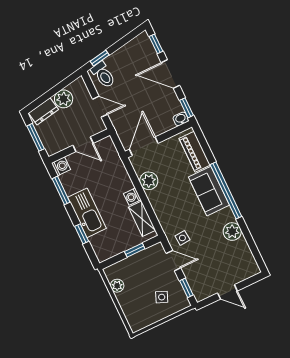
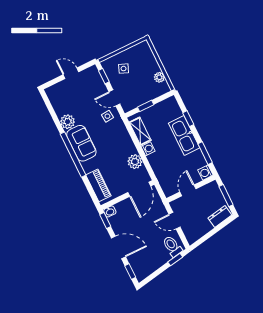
plant: (64, 99) -> (204, 227), removed
door: (83, 144) -> (188, 190), hinge flipped
sofa: (209, 191) -> (81, 143), moved

